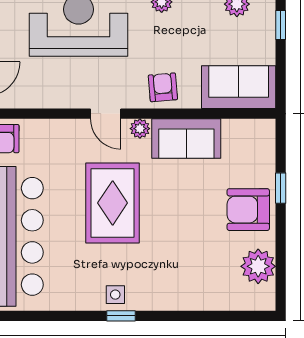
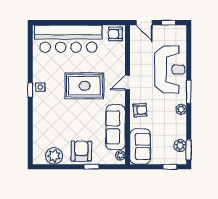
plant: (140, 129) -> (120, 155), moved
sofa: (186, 138) -> (115, 127), width x1.36

